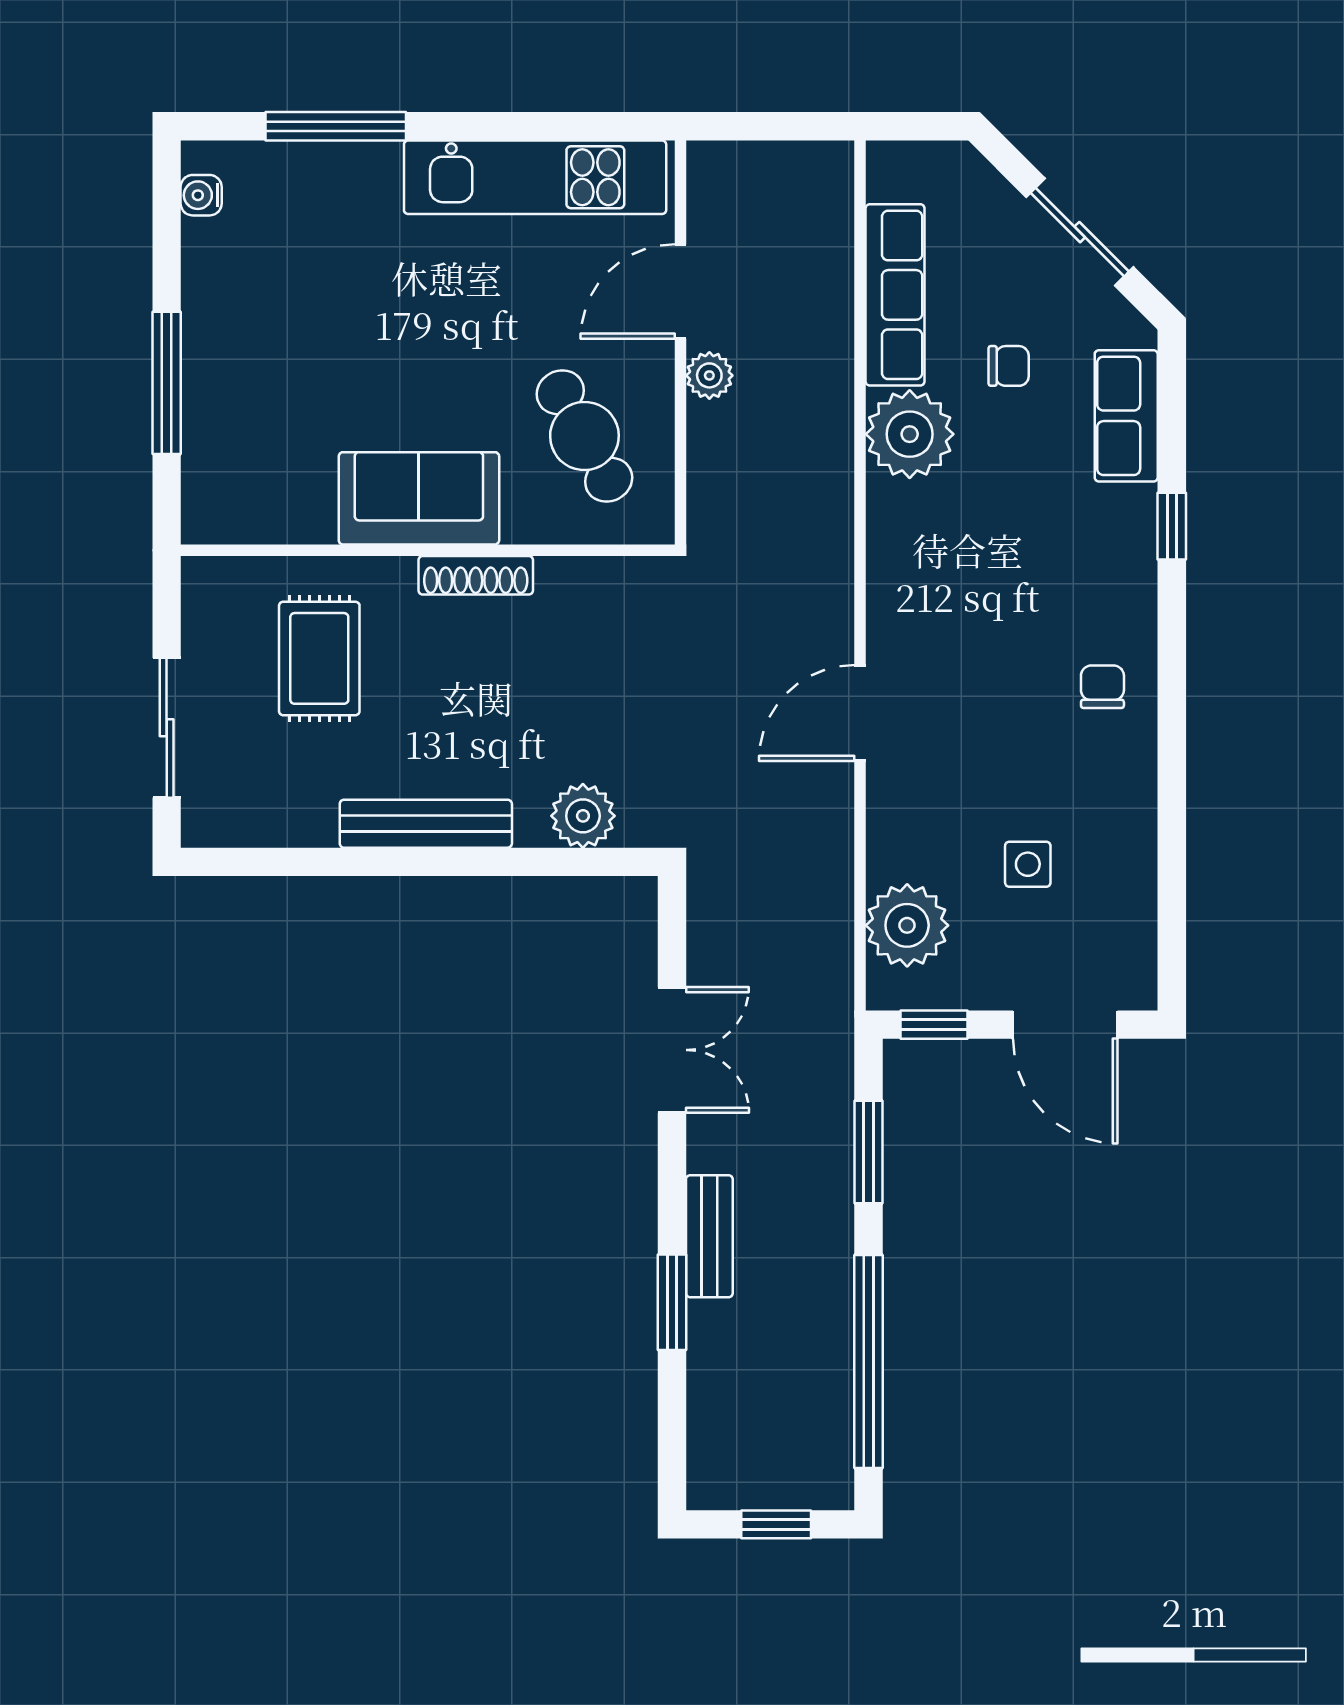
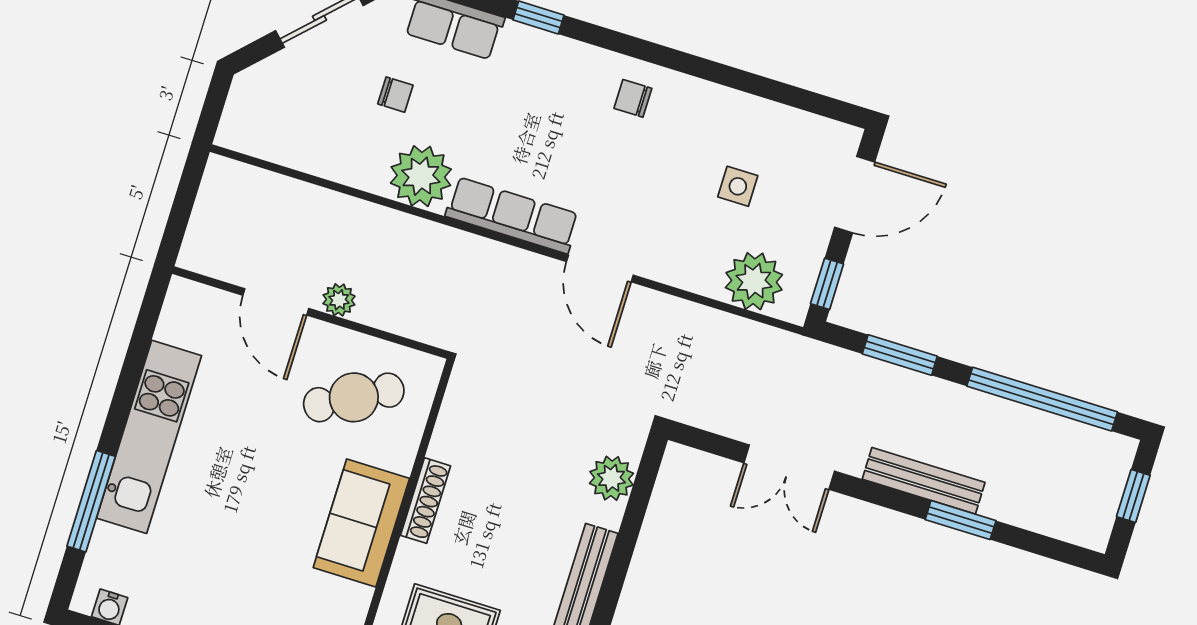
kitchen unit: (535, 177) -> (149, 437), moved
row of seats: (895, 295) -> (512, 215), moved
chair: (1009, 366) -> (395, 95), turned 90
double door: (672, 1050) -> (789, 467), swing flipped
bench: (709, 1236) -> (924, 481), width x1.36

